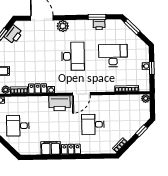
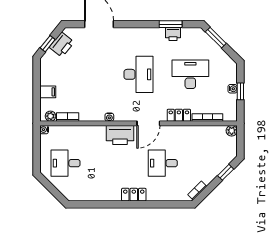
plant: (63, 26) -> (126, 35), removed
locker: (38, 88) -> (179, 115), moved
filing cabinet: (51, 148) -> (107, 193), removed

